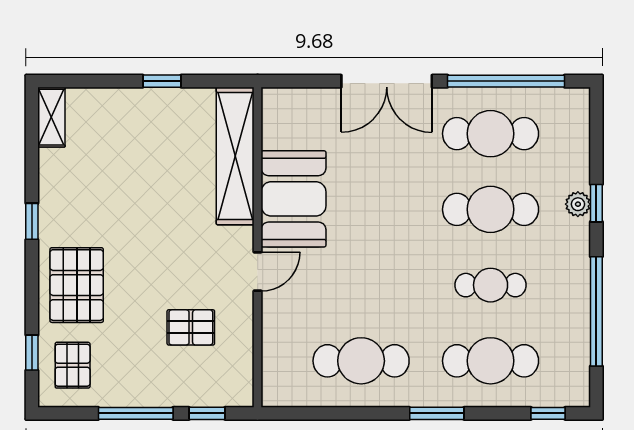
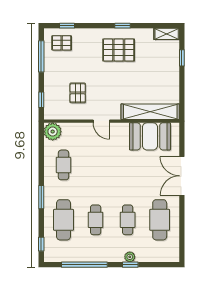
window: (162, 81) -> (182, 58), moved
window: (506, 81) -> (182, 226), removed
booth: (293, 199) -> (150, 136), moved
cafe table: (491, 209) -> (128, 220), width x0.73, depth x0.74
pallet: (77, 285) -> (119, 50), moved
cafe table: (361, 361) -> (64, 165), width x0.73, depth x0.74
plant: (282, 387) -> (53, 132), added
window: (136, 413) -> (41, 56), moved

